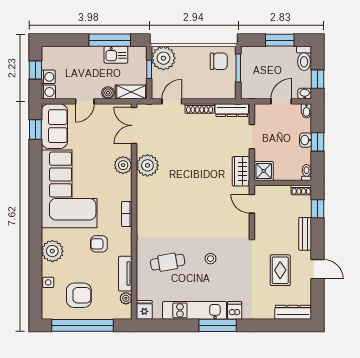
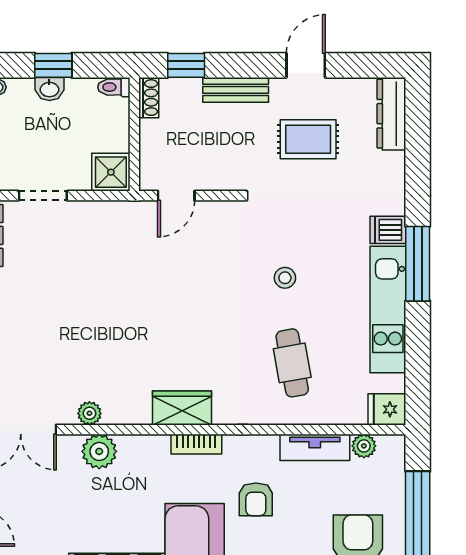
plant: (147, 165) -> (89, 413), width x0.53, depth x0.53
wardrobe: (241, 171) -> (182, 408), moved, turned 180

